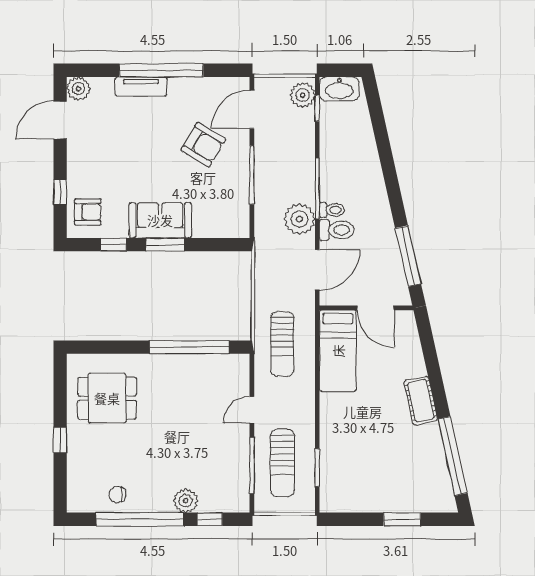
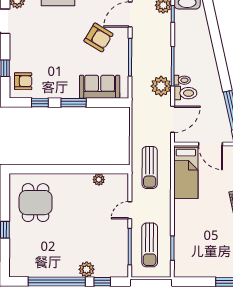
sofa: (160, 220) -> (100, 87), moved
window: (189, 347) -> (89, 169), removed
plant: (204, 363) -> (99, 180), added
dining table: (107, 398) -> (36, 203), turned 90
chair: (117, 495) -> (42, 265), removed

